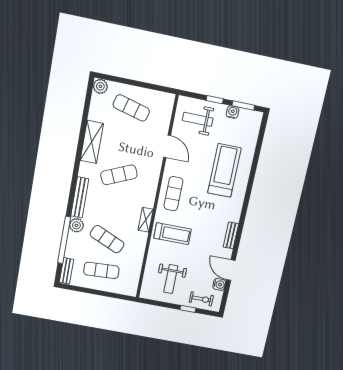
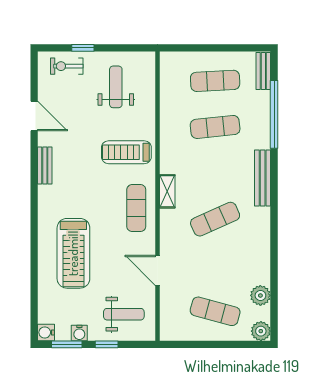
shelving: (92, 142) -> (259, 256), removed
shelving: (146, 220) -> (167, 191), moved
plant: (76, 225) -> (260, 295), moved
exercise mat: (107, 239) -> (215, 127), turned -30
water cooler: (219, 284) -> (46, 332), moved

